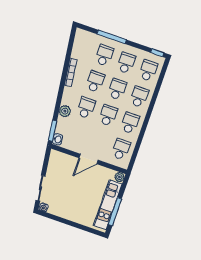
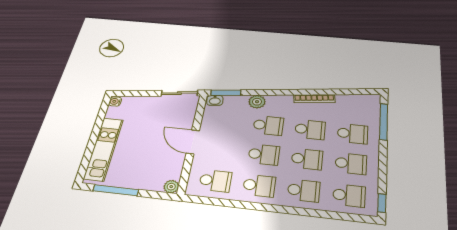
window: (112, 37) -> (384, 122), moved
sliding door: (40, 188) -> (179, 93), moved
kitchen unit: (108, 205) -> (104, 149), moved, turned 90

